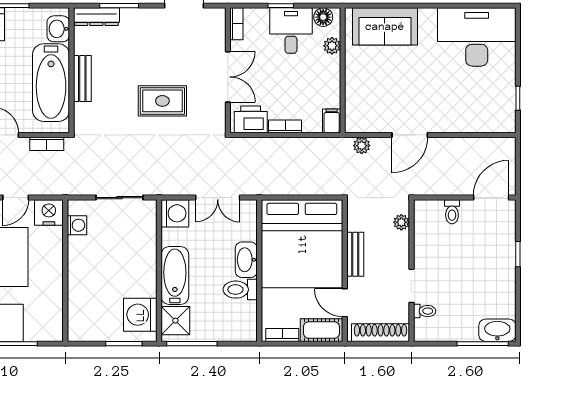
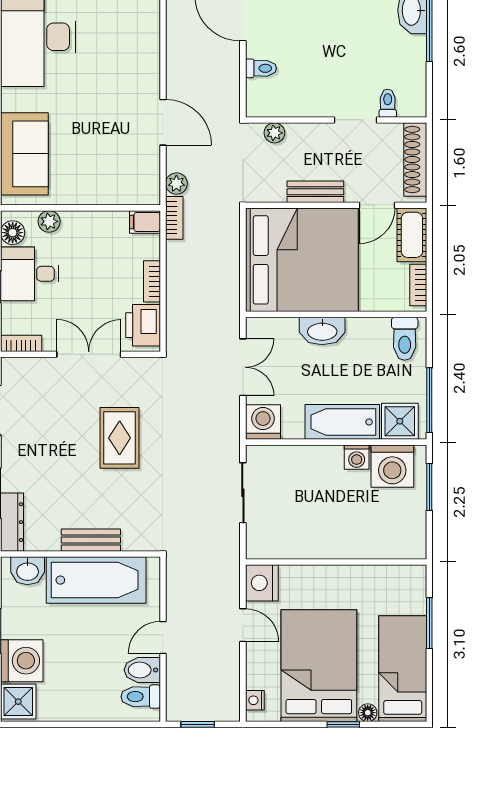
bookcase: (47, 144) -> (174, 218), moved
washing machine: (77, 225) -> (357, 457), moved, turned 180
toilet: (240, 290) -> (405, 339), moved

